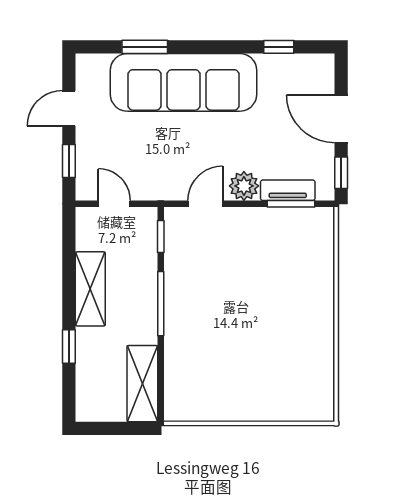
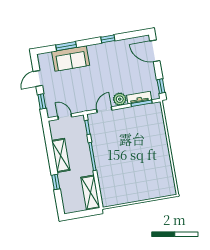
window: (279, 47) -> (108, 39), moved
sofa: (184, 82) -> (71, 58), width x0.54, depth x0.79
door: (341, 119) -> (155, 51), moved

